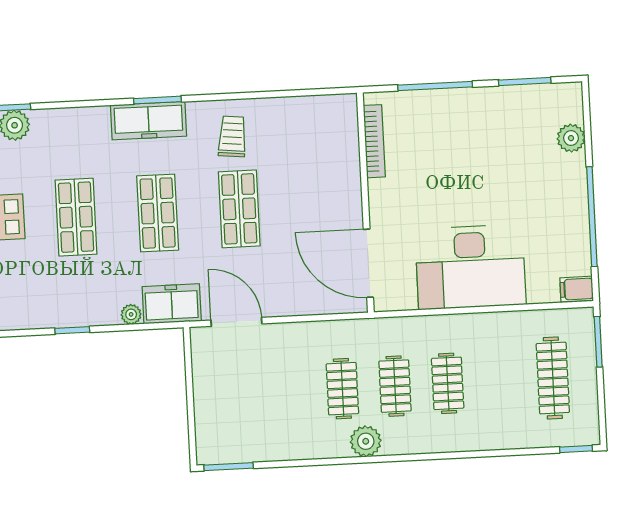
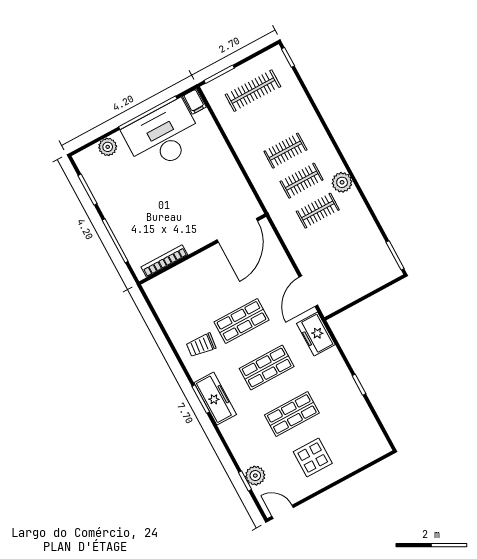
desk: (470, 267) -> (163, 136), moved, turned -90
plant: (131, 314) -> (333, 355), removed

